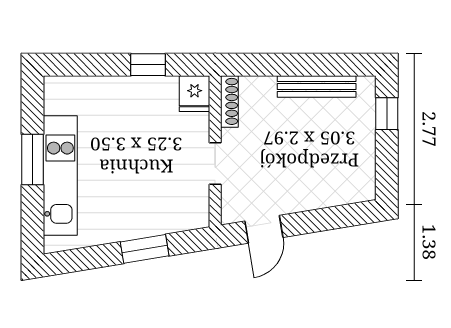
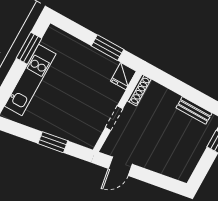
window: (148, 65) -> (108, 48), width x1.50
bench: (317, 86) -> (194, 110), width x0.73
window: (33, 159) -> (29, 48), moved

